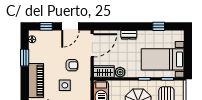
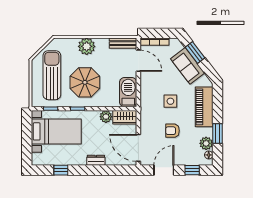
door: (92, 45) -> (138, 148), hinge flipped
plant: (34, 49) -> (206, 143), added
armchair: (72, 65) -> (173, 131), moved

